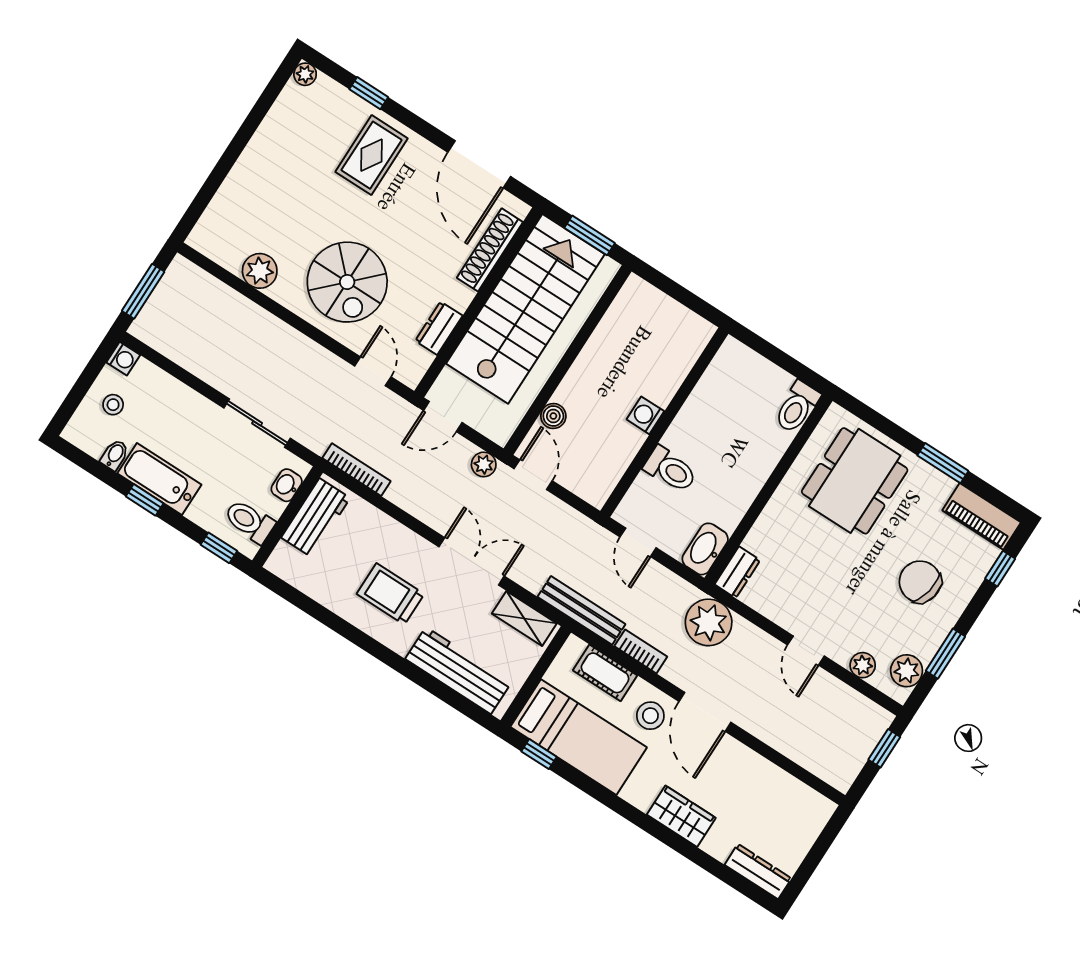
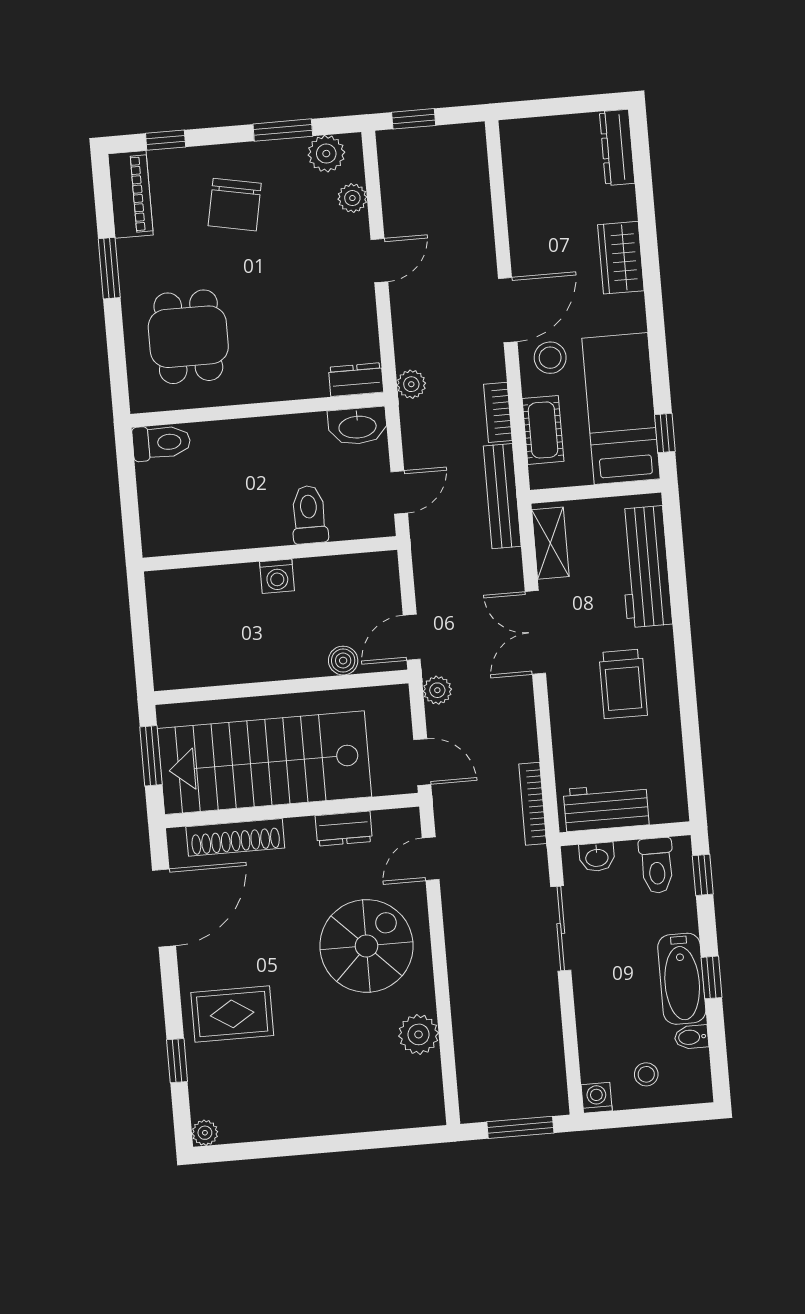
dining table: (855, 481) -> (188, 337), width x0.73
plant: (709, 622) -> (411, 384), width x0.53, depth x0.53

